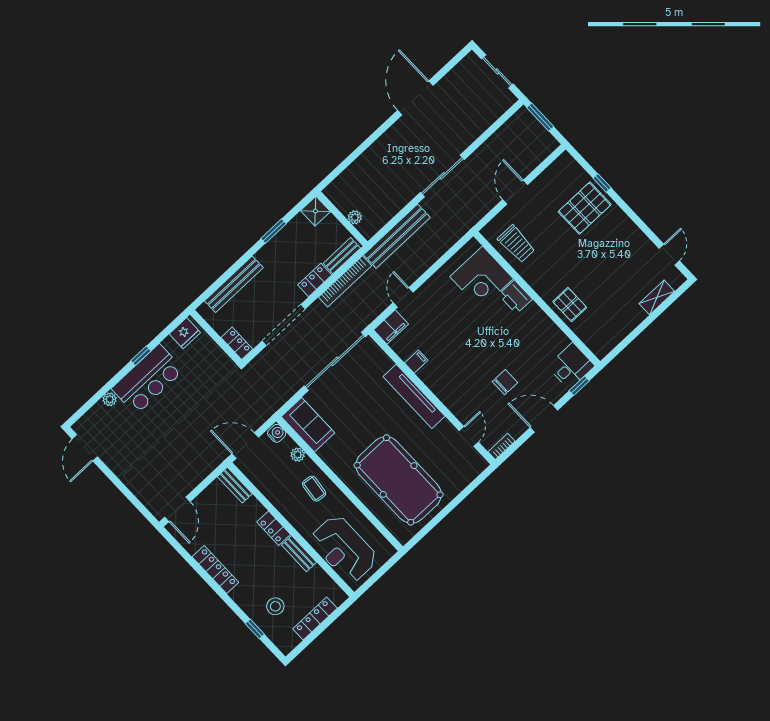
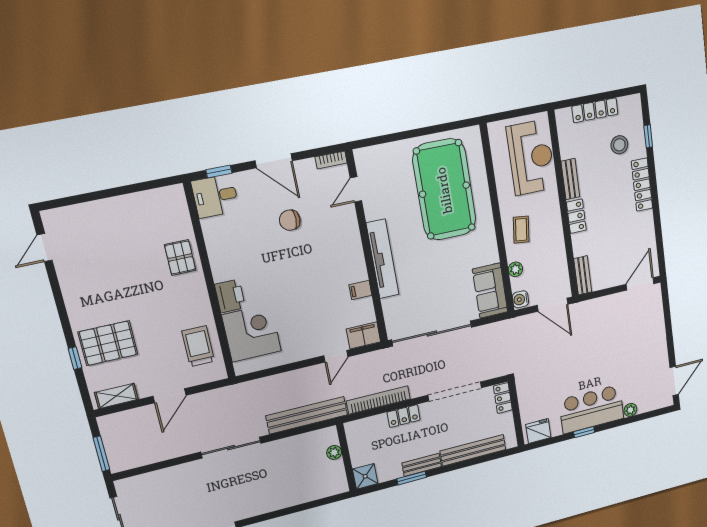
bench: (342, 256) -> (422, 465), moved
shelving: (657, 297) -> (116, 396), moved
locker: (215, 570) -> (642, 185), moved

